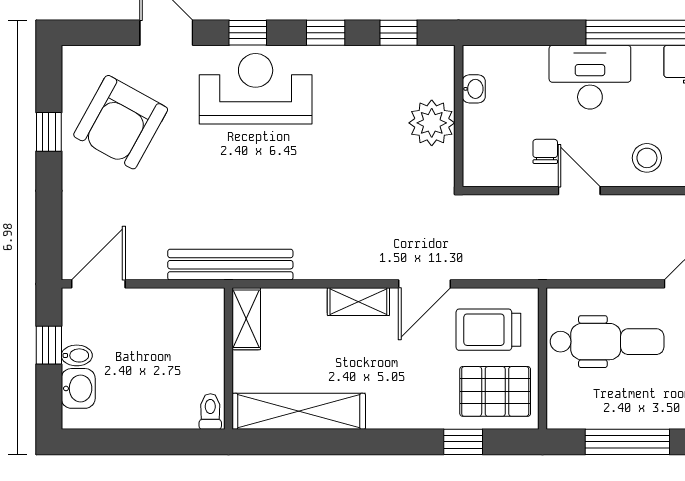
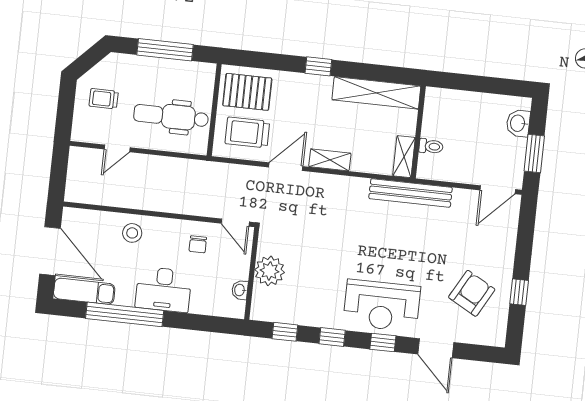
armchair: (121, 122) -> (472, 293), width x0.73, depth x0.73
door: (579, 191) -> (235, 223), moved
trolley: (488, 330) -> (247, 132), turned 180
window: (49, 345) -> (534, 153), width x1.50
bidet: (77, 355) -> (517, 145), removed
toilet: (210, 411) -> (431, 146), moved, turned -90
window: (463, 442) -> (318, 66), moved

